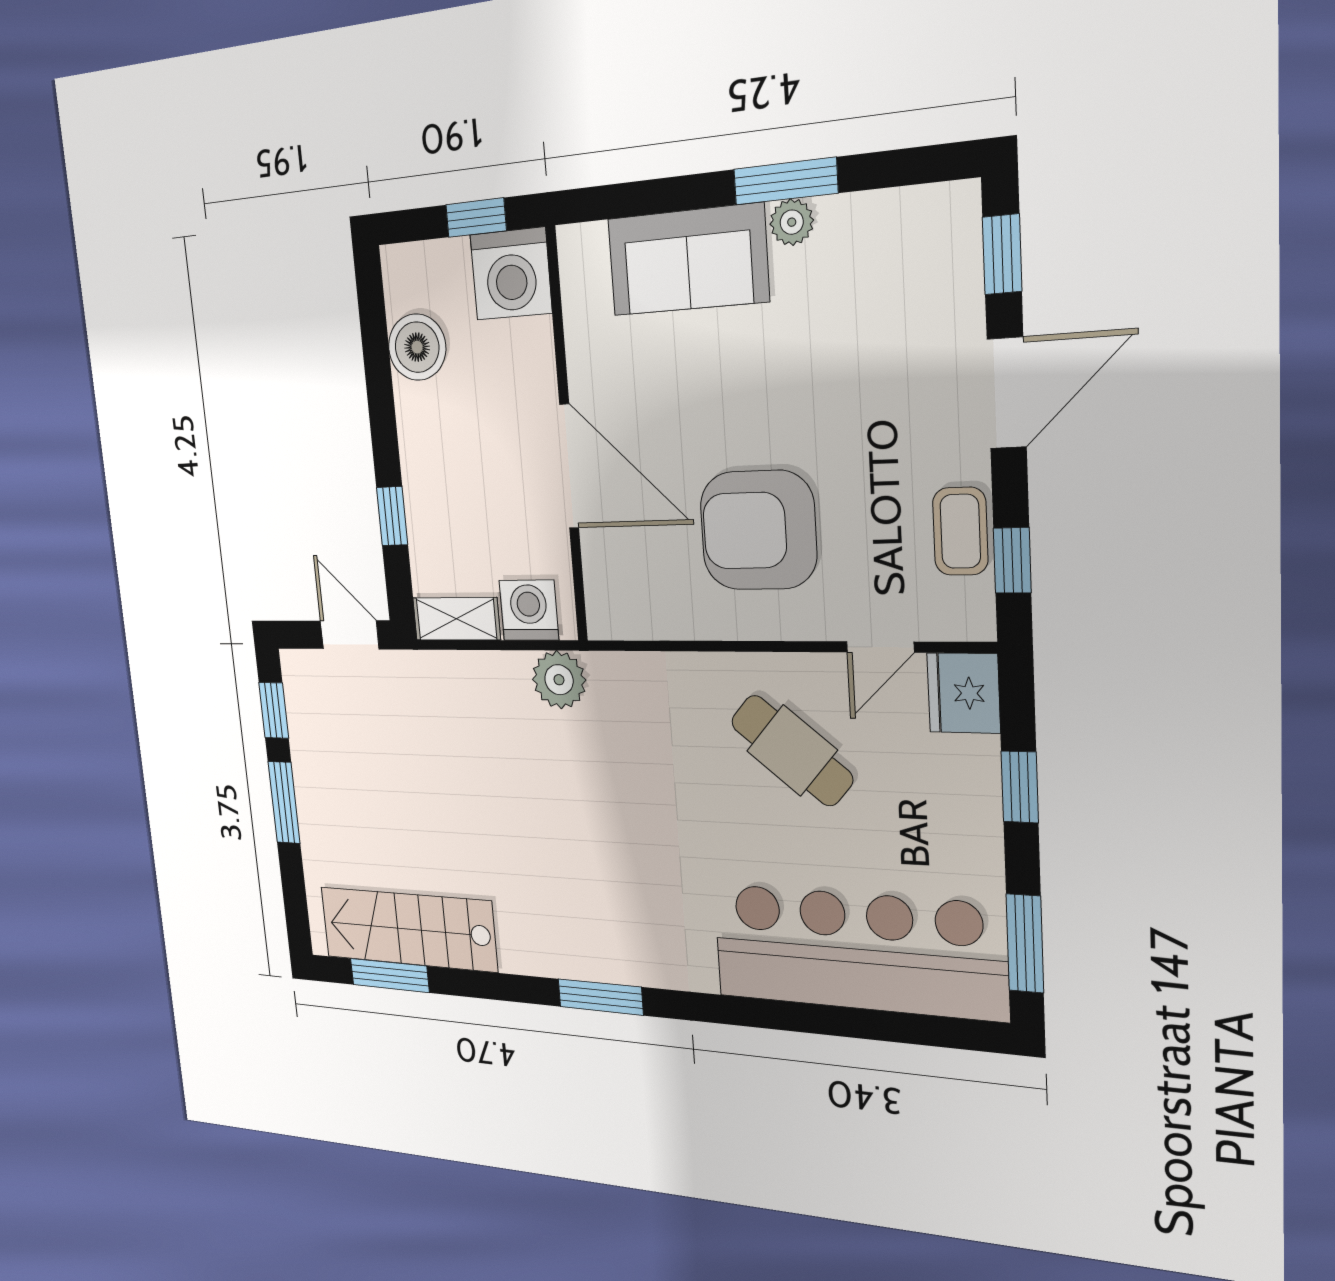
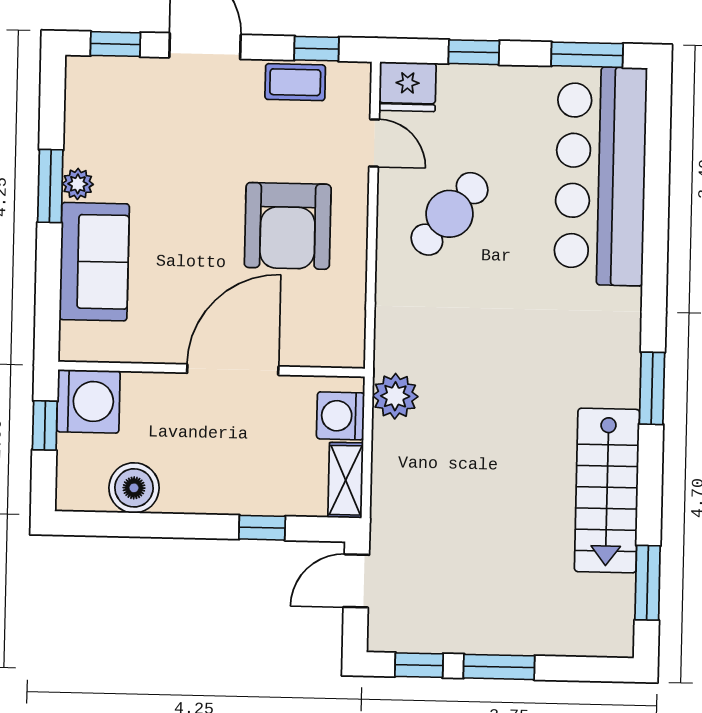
stairs: (408, 929) -> (607, 491), moved

